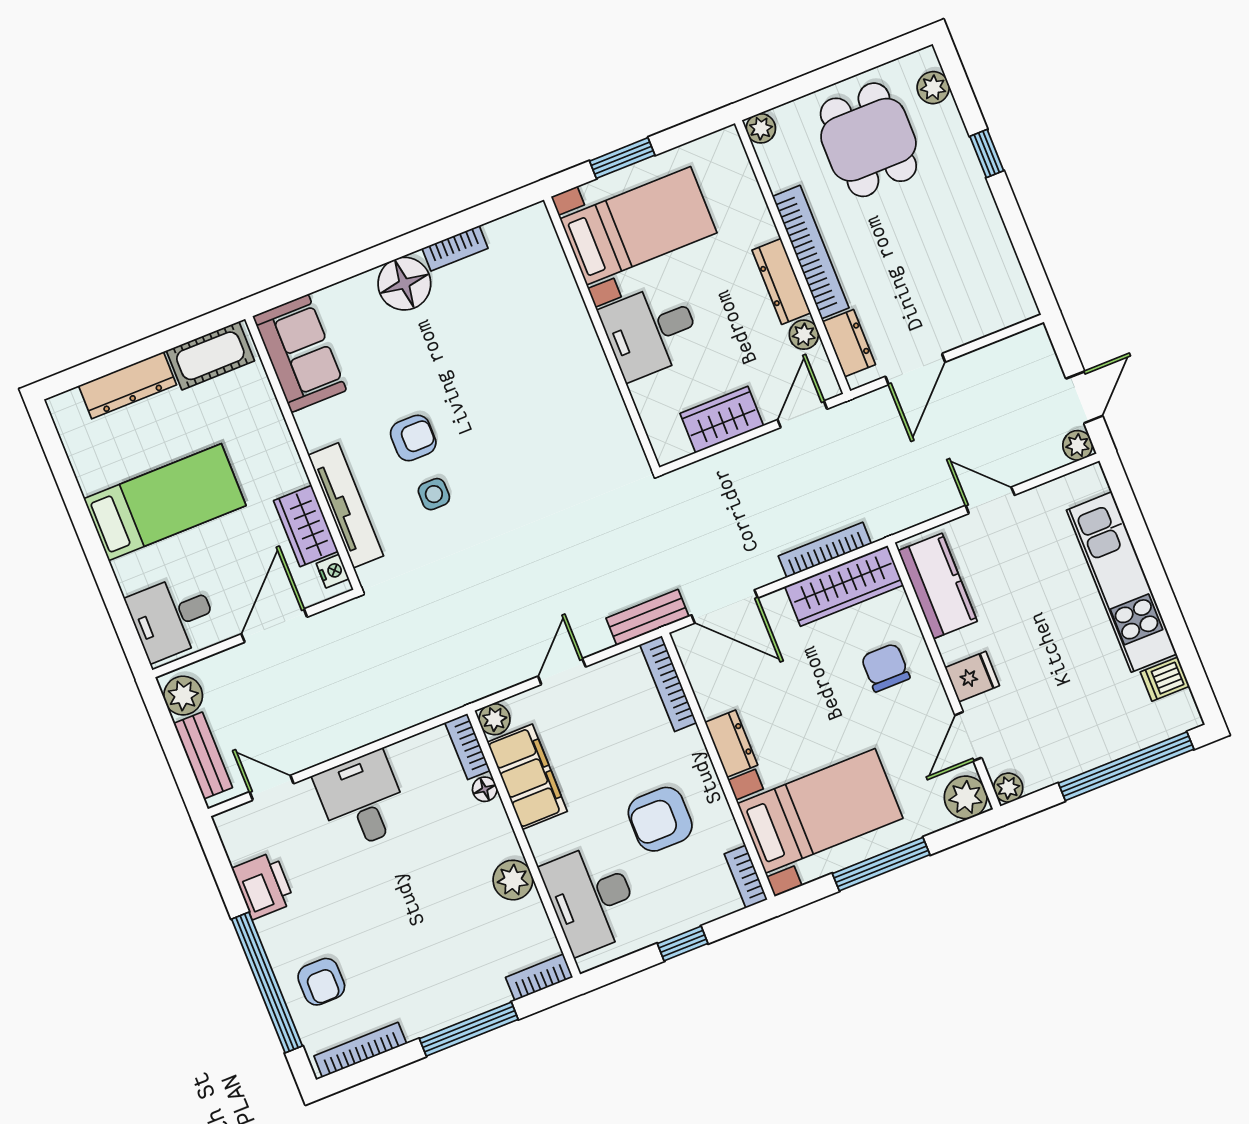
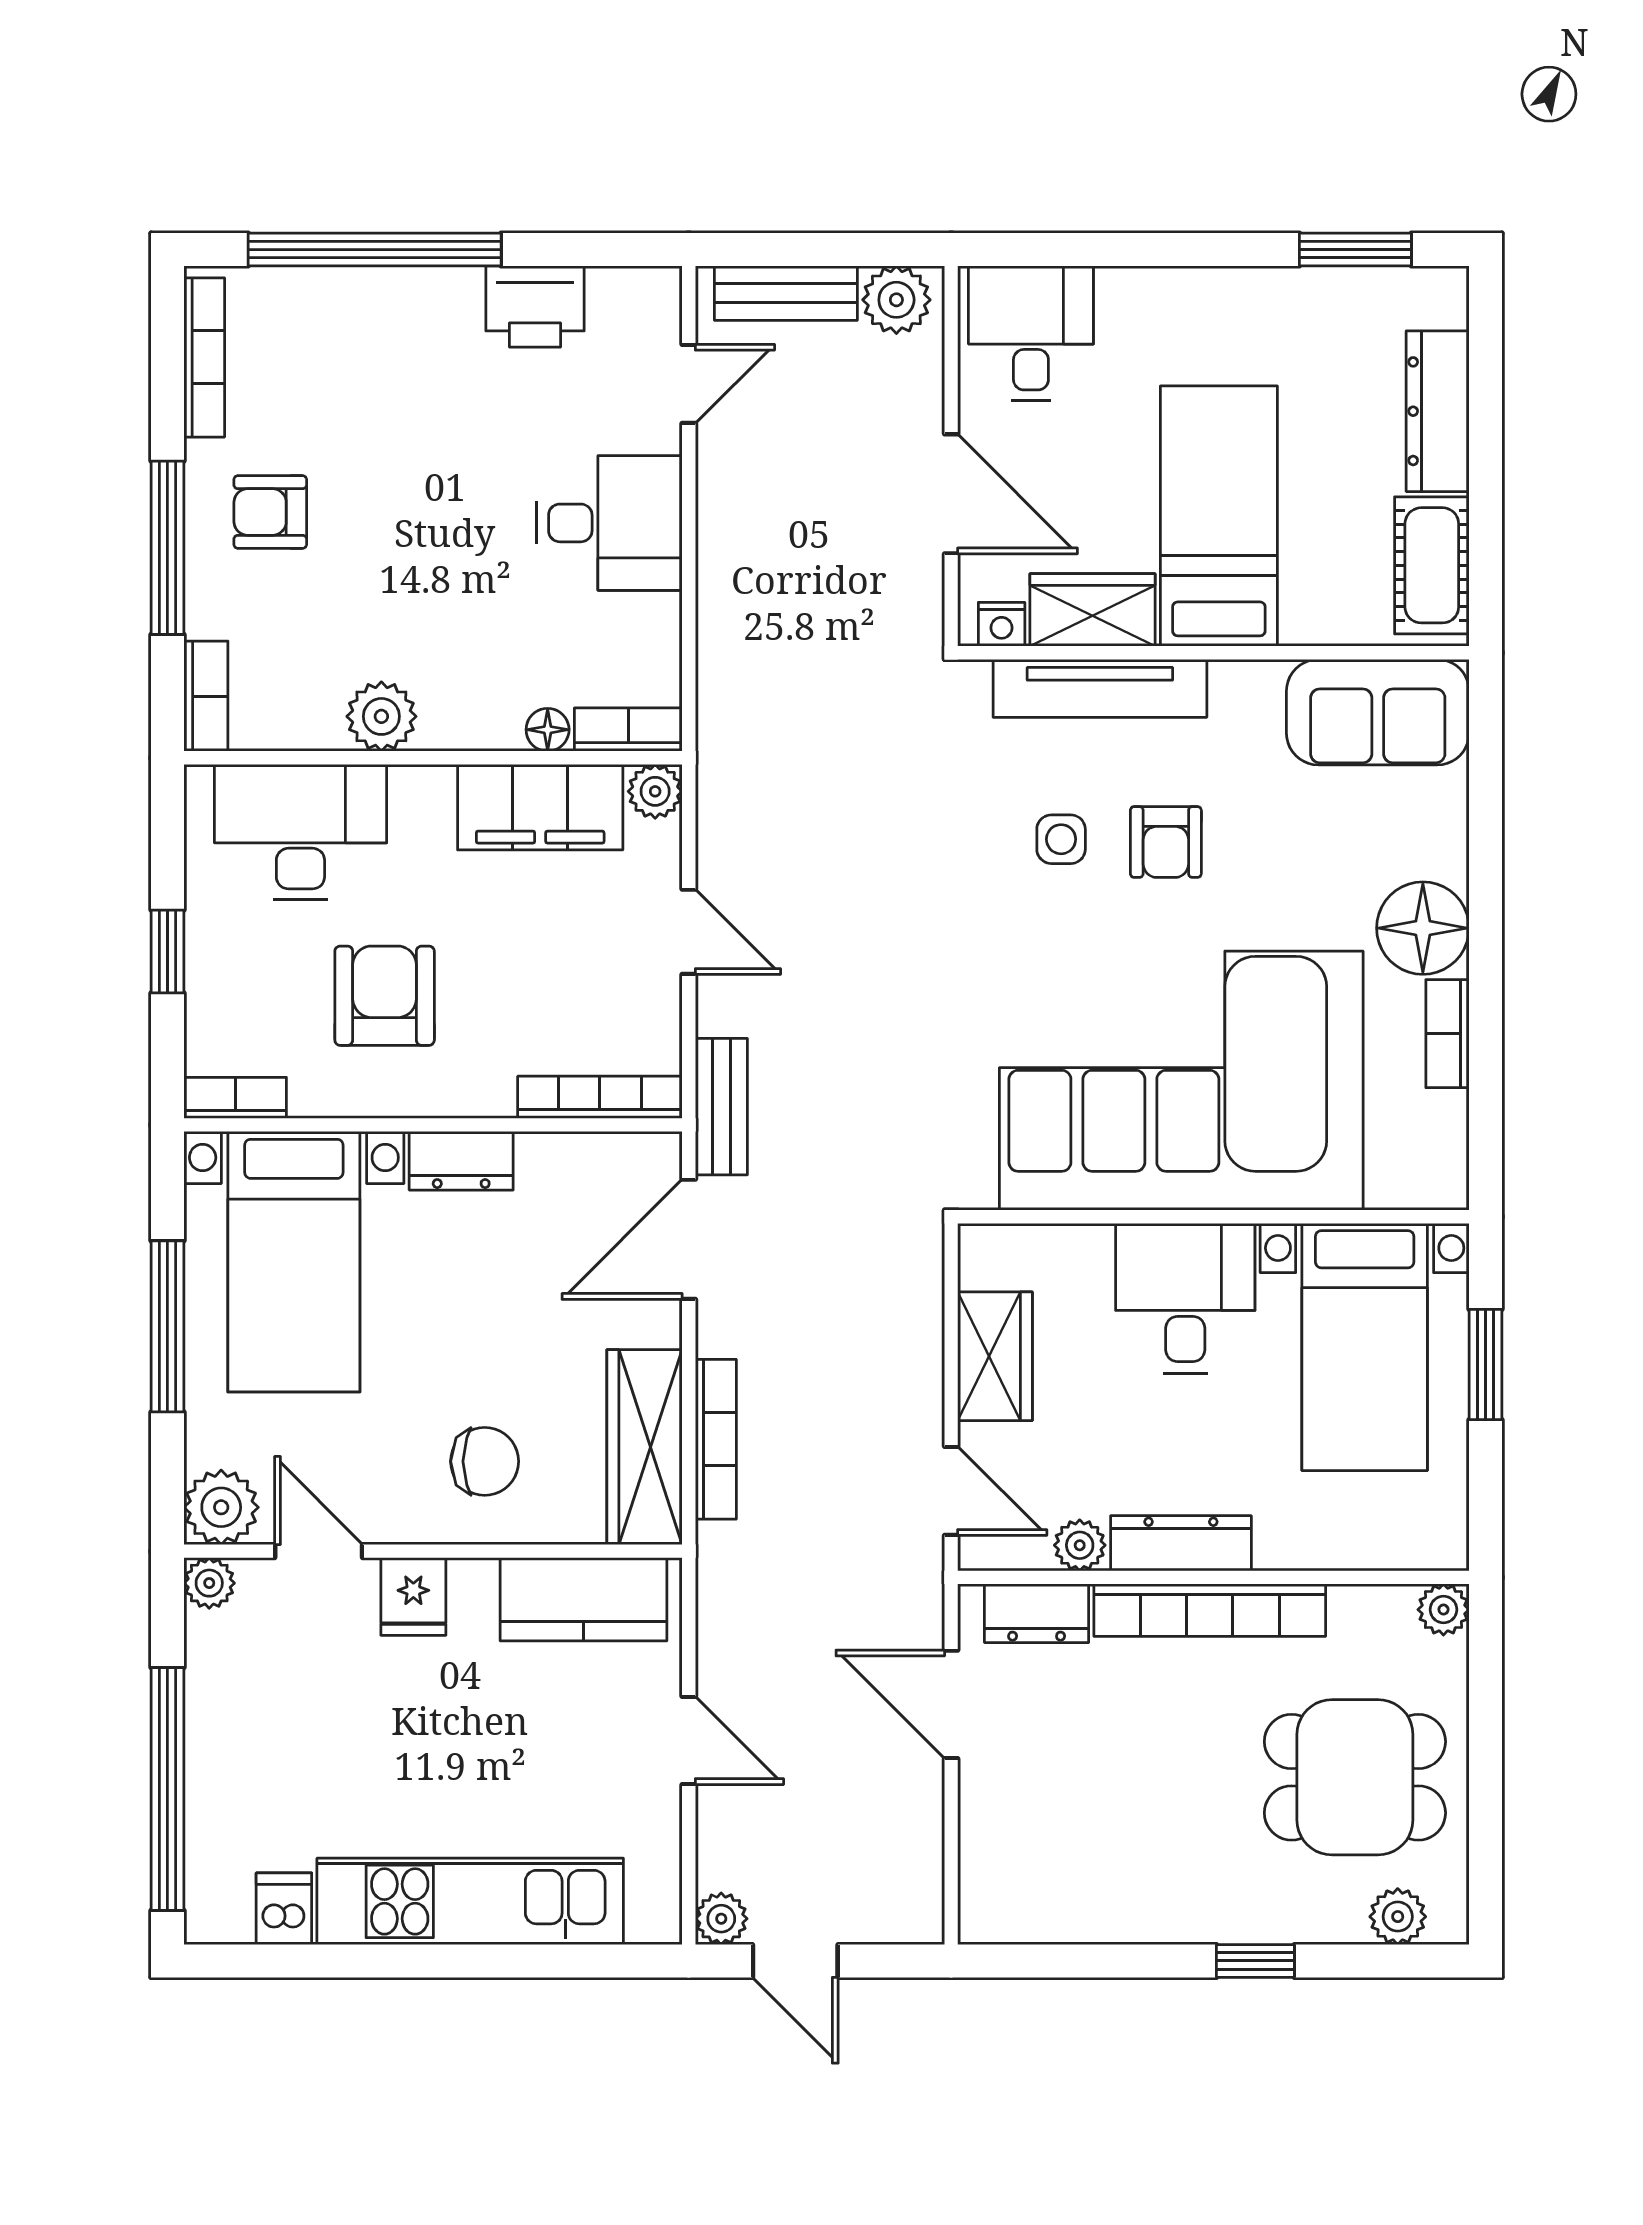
corner sofa: (536, 379) -> (1181, 1081), added
window: (59, 463) -> (1355, 250), added
door: (990, 500) -> (689, 1740), hinge flipped
bed: (165, 502) -> (1219, 516), moved, turned 180
armchair: (321, 982) -> (270, 512), moved

